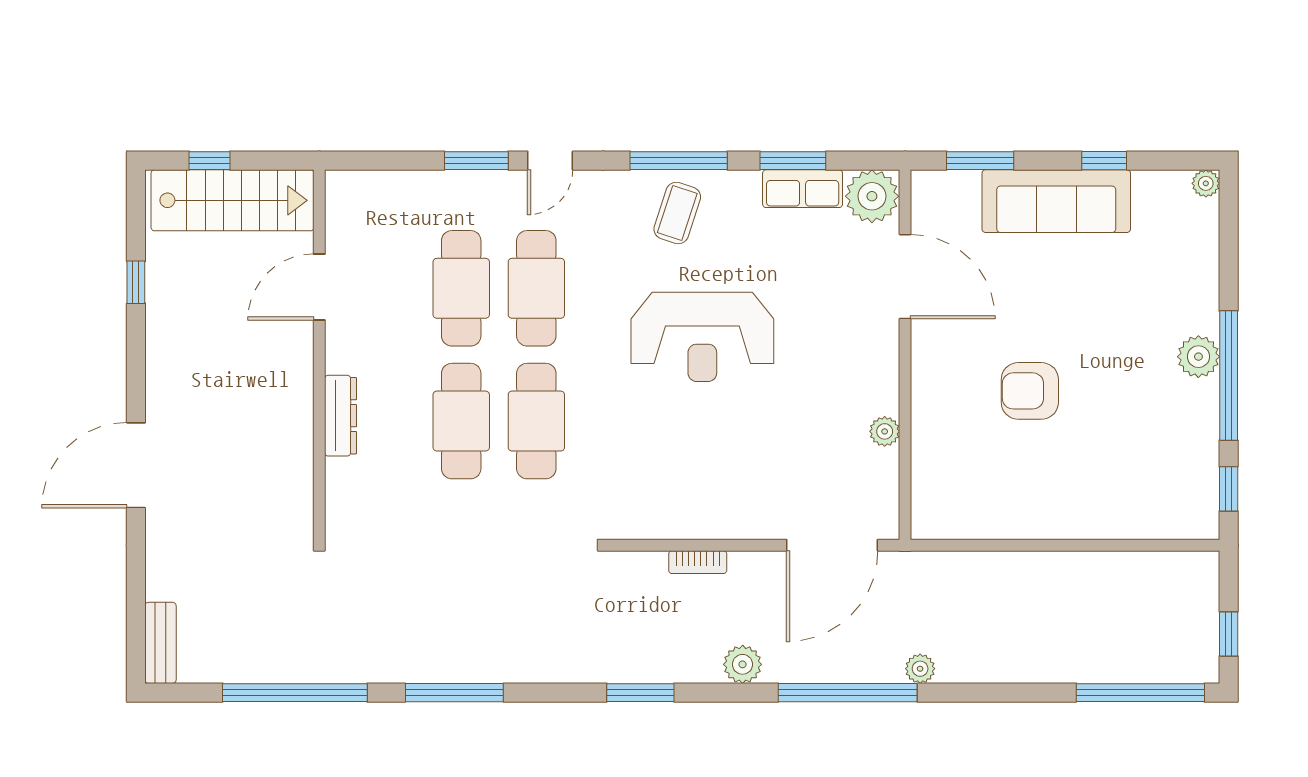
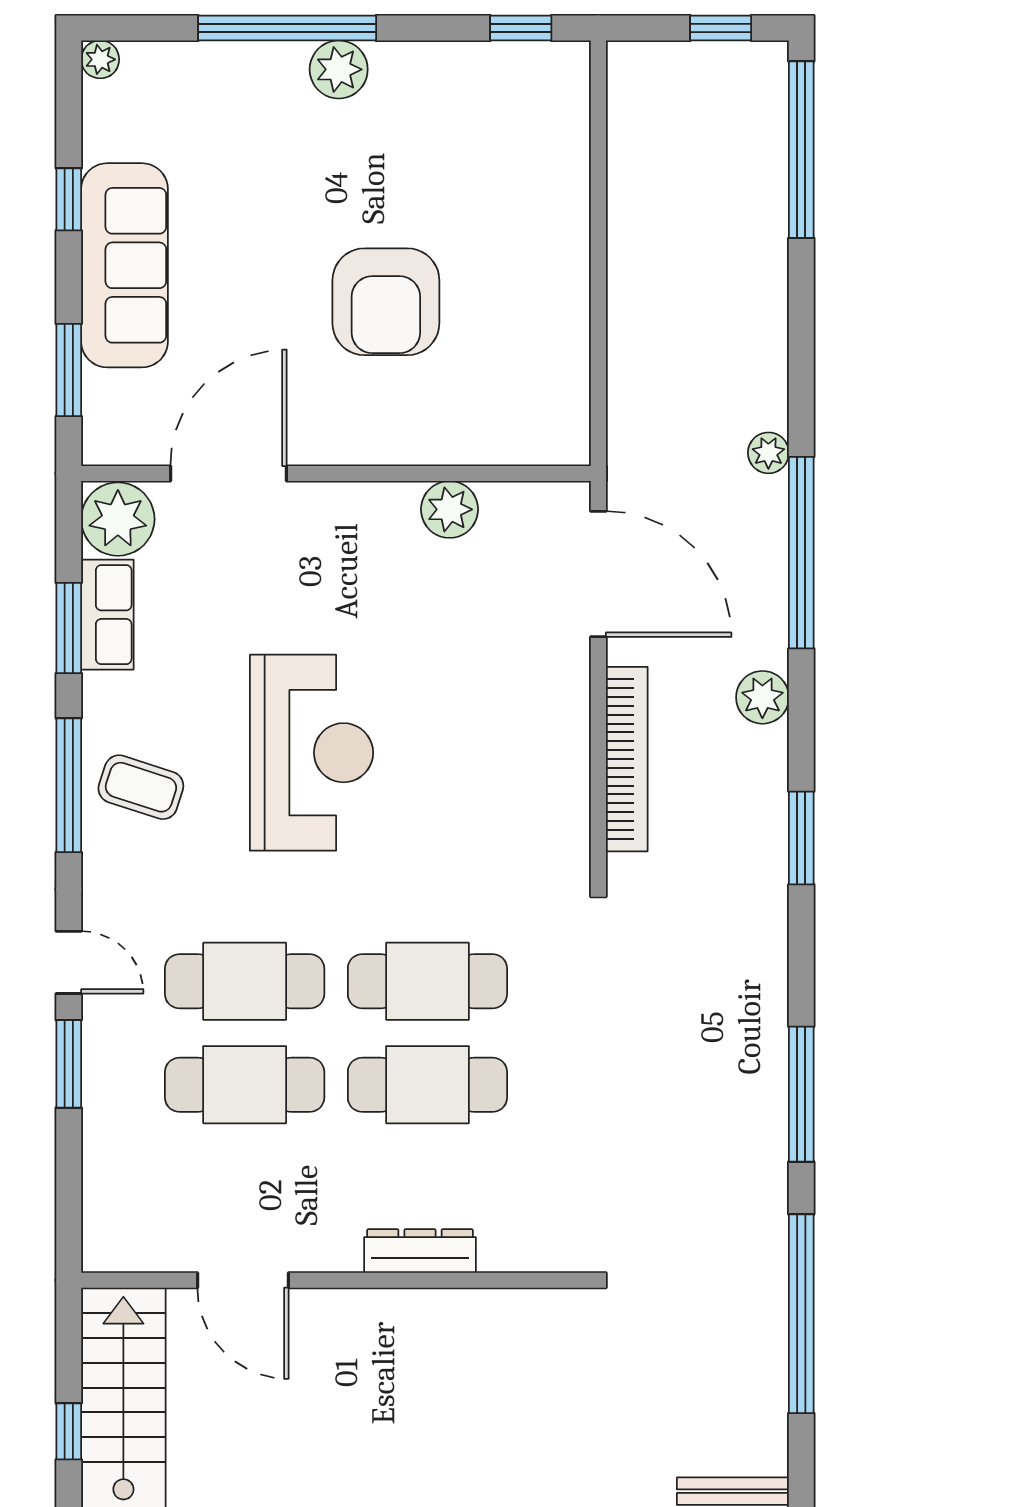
window: (1229, 376) -> (287, 28), moved
armchair: (1030, 391) -> (386, 302), width x1.36, depth x1.36
plant: (885, 431) -> (450, 509), width x1.38, depth x1.38
bookcase: (698, 562) -> (627, 759), width x2.31, depth x1.31

